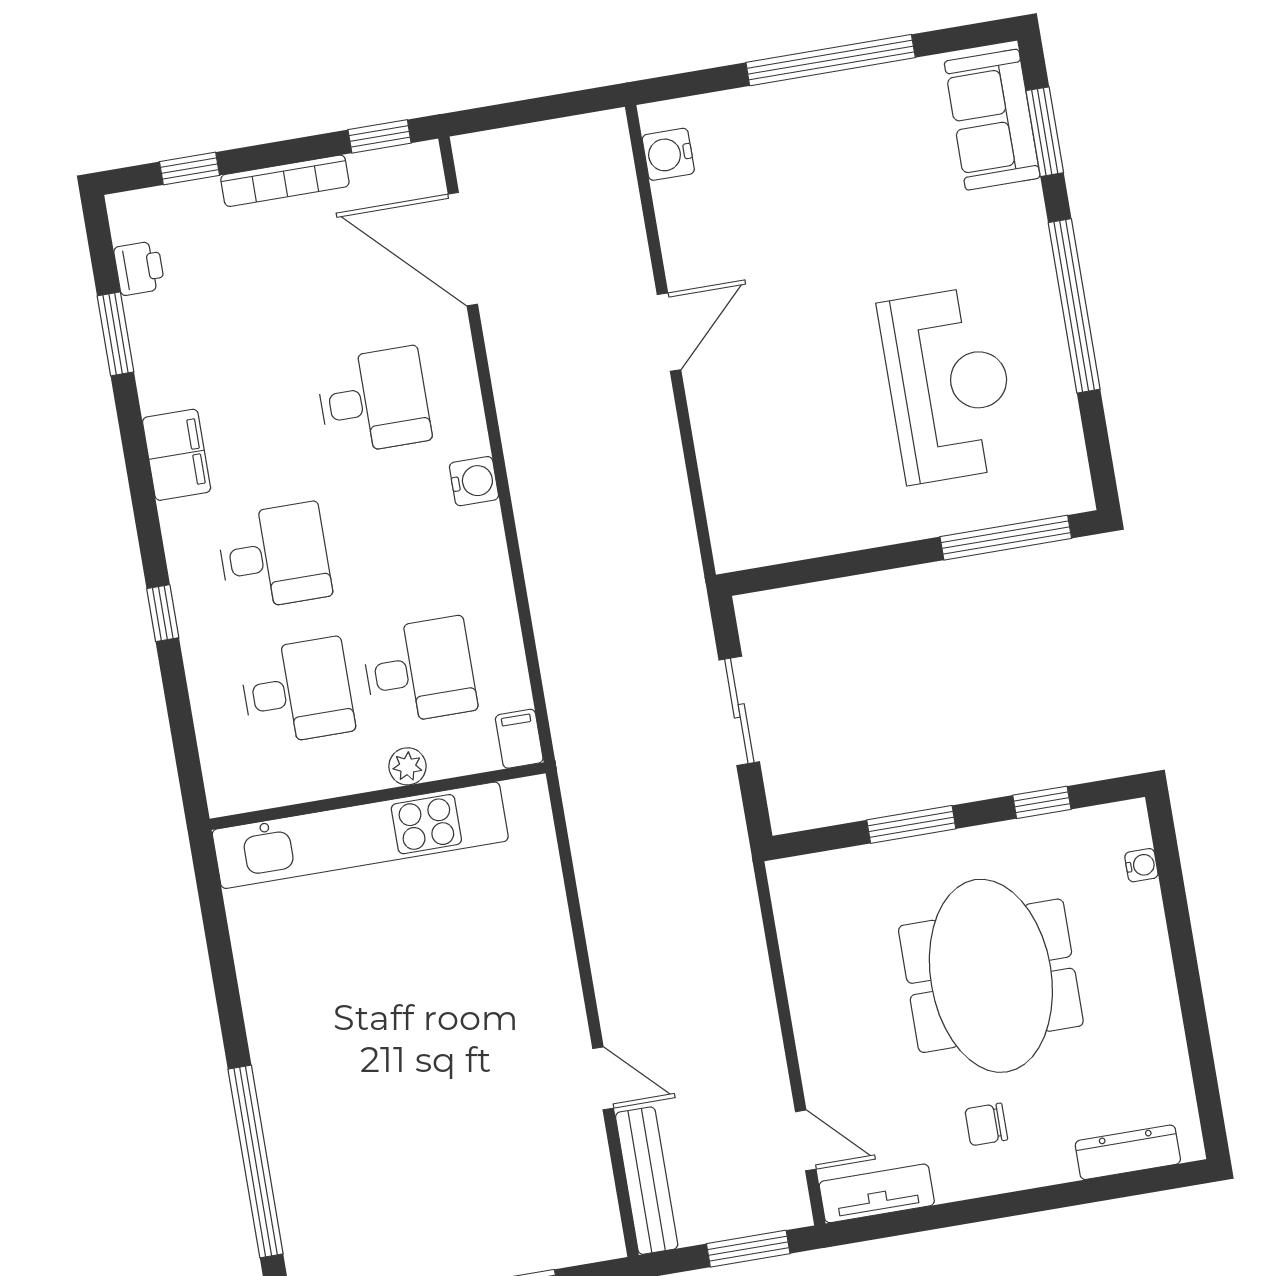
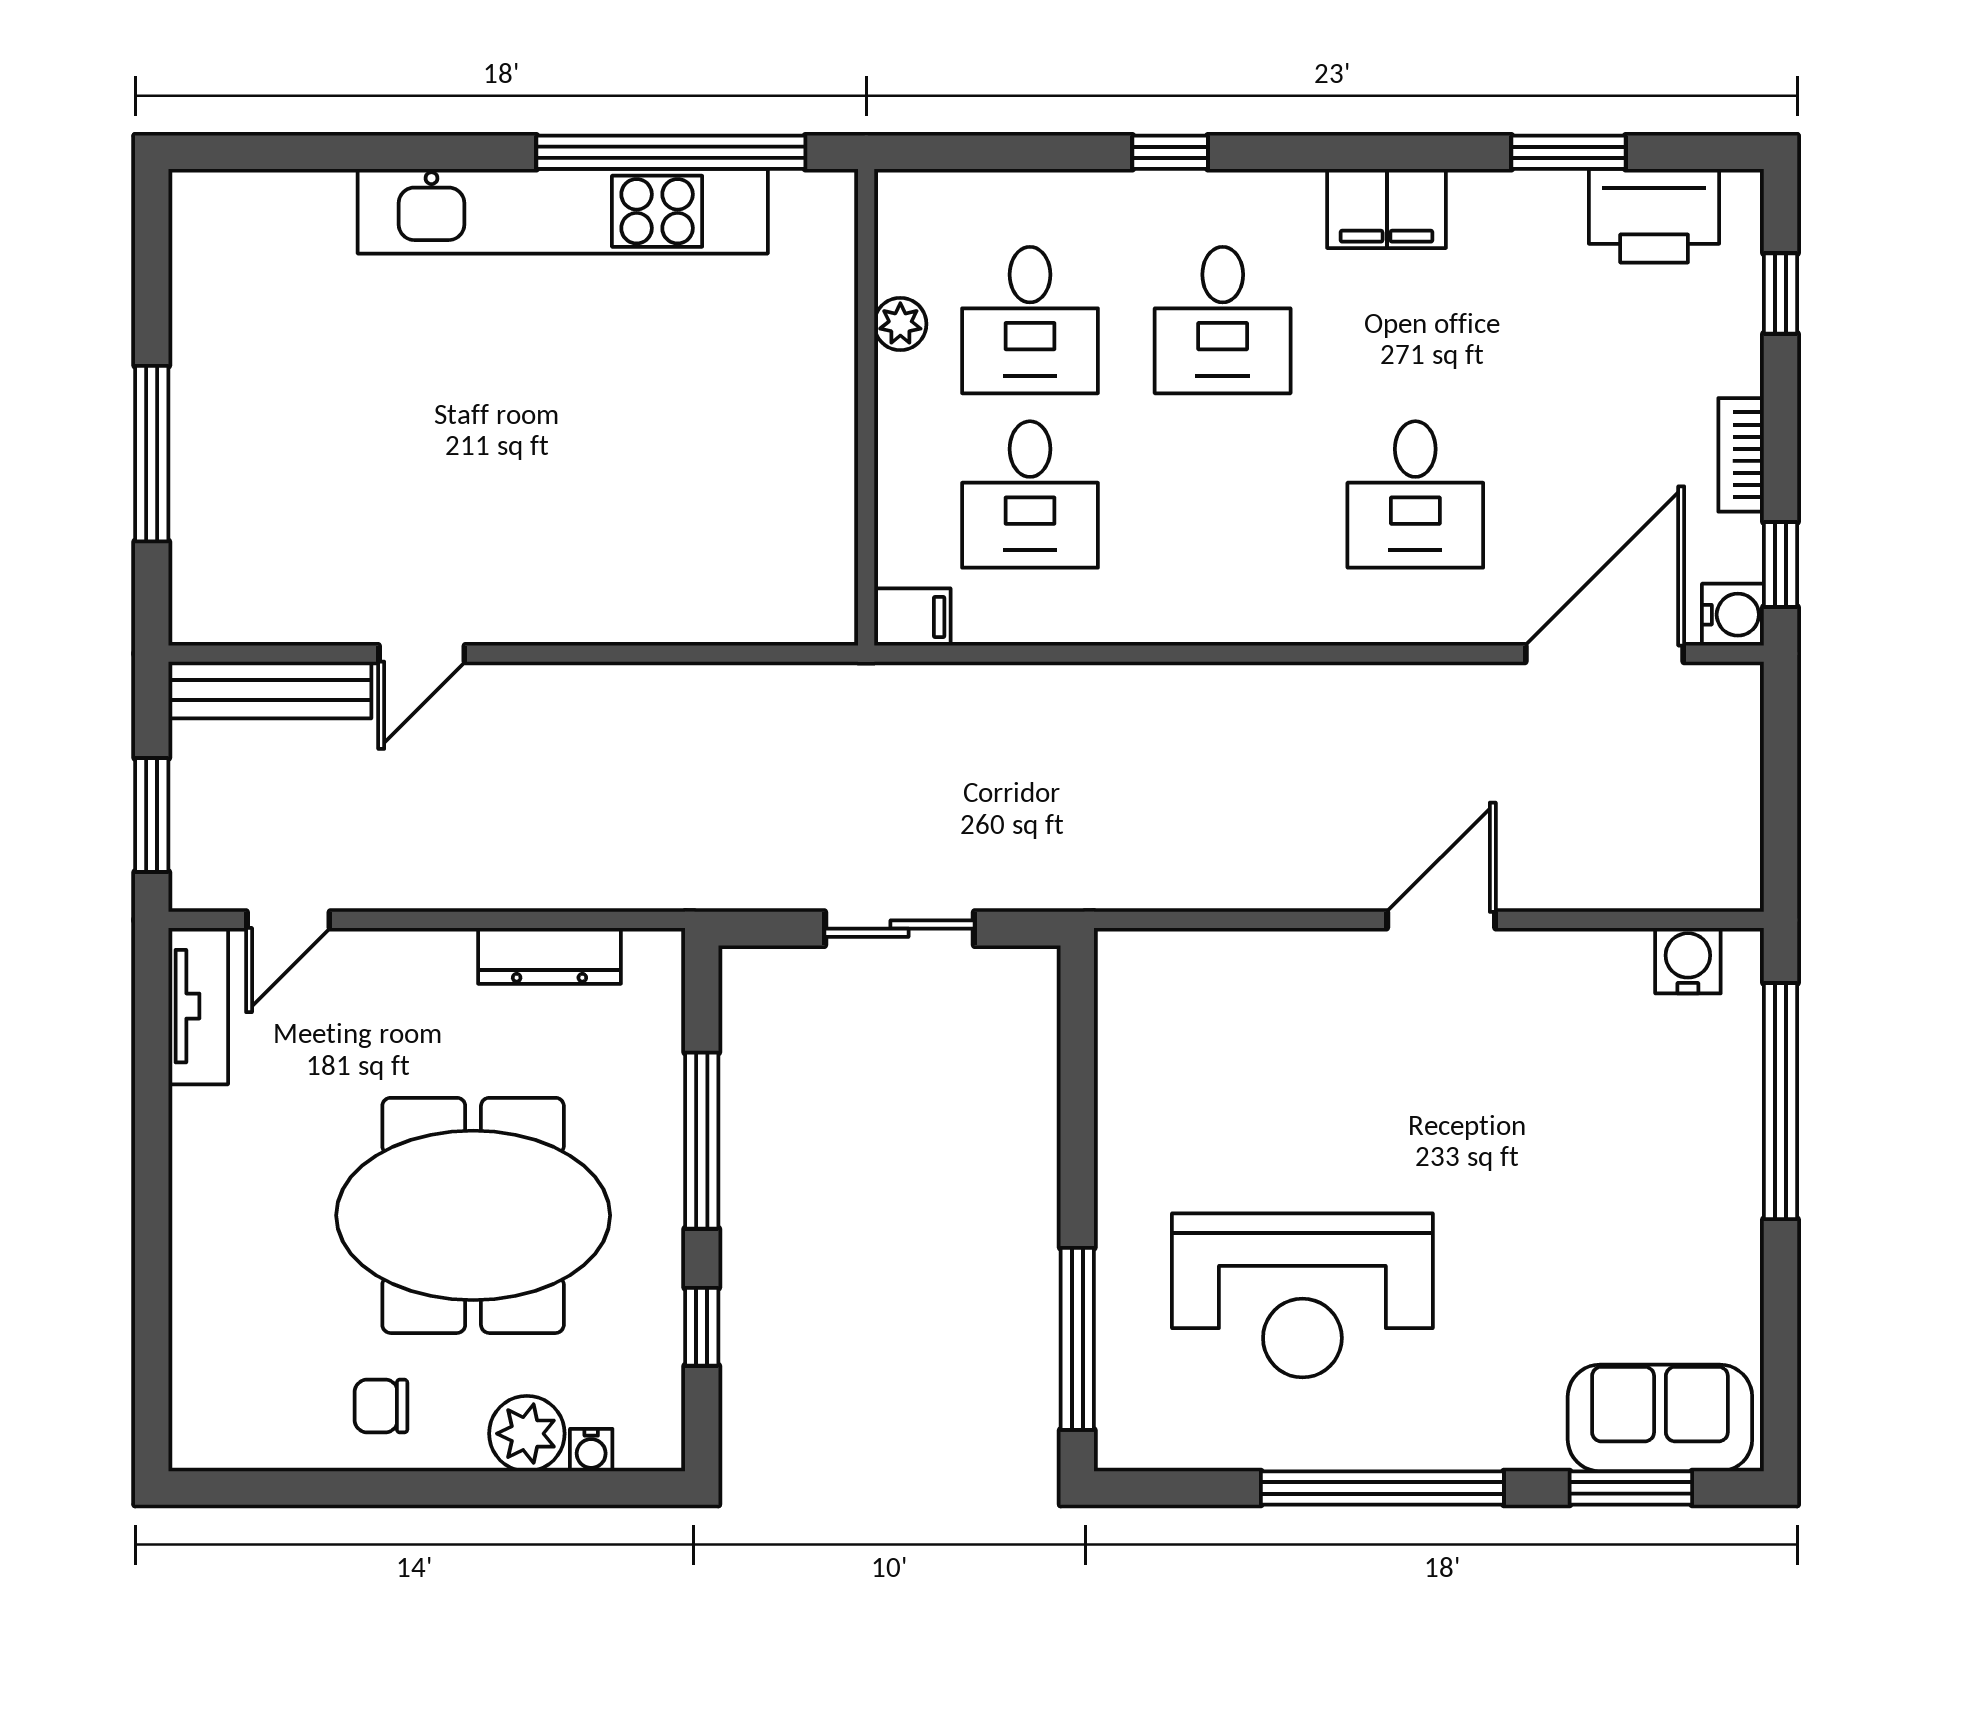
window: (831, 60) -> (1780, 1101), moved
bookcase: (285, 181) -> (1741, 455), width x0.64
printer: (139, 268) -> (1654, 216), width x1.87, depth x1.48
door: (669, 332) -> (1441, 920), swing flipped
water cooler: (474, 481) -> (1733, 615), moved, turned -90
plant: (407, 766) -> (900, 324), moved
window: (911, 824) -> (702, 1141), width x1.44
kitchen unit: (360, 835) -> (563, 211), moved, turned -90
plant: (1137, 912) -> (527, 1434), added
chair: (986, 1124) -> (381, 1406), moved, turned -90
dresser: (1128, 1152) -> (549, 956), moved, turned 90
window: (256, 1162) -> (671, 152), moved

